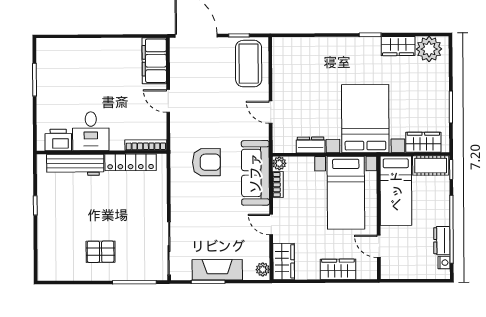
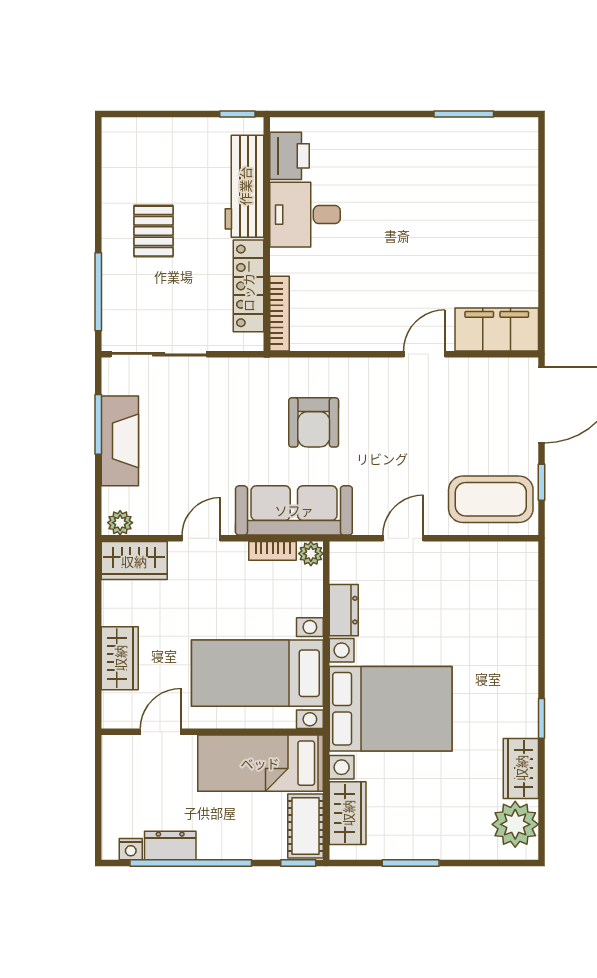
desk: (91, 131) -> (305, 215), moved
printer: (58, 140) -> (290, 156), moved
bookcase: (146, 145) -> (280, 314), moved
wall: (102, 152) -> (267, 234), moved
locker: (131, 162) -> (248, 286), moved
workbench: (75, 165) -> (245, 186), moved

